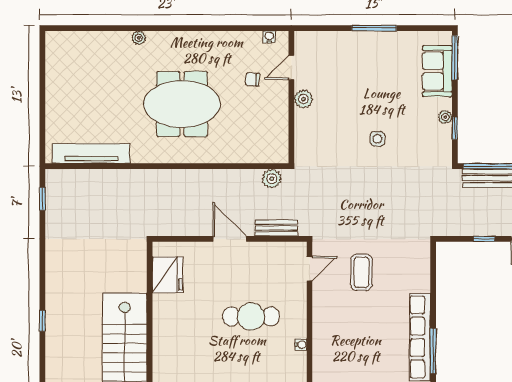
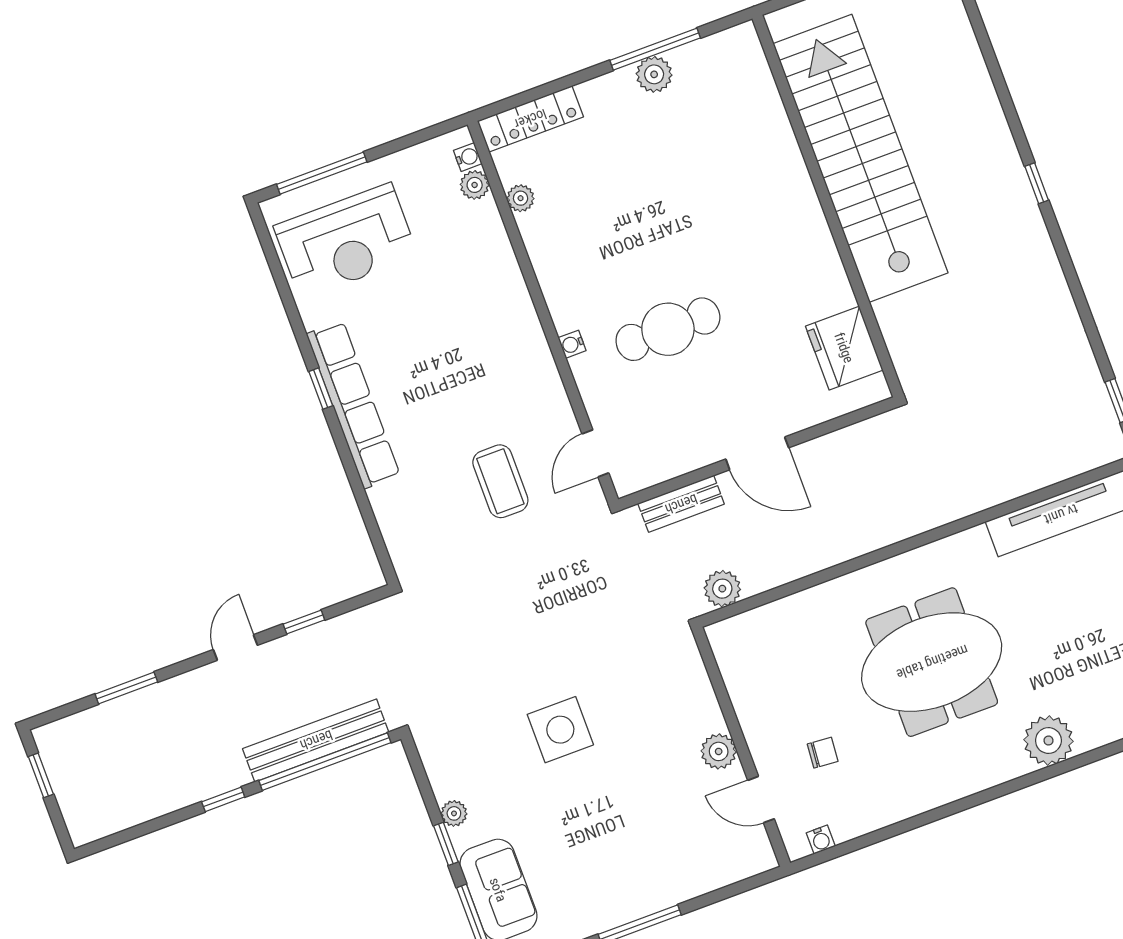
plant: (139, 38) -> (1048, 741), width x1.88, depth x1.88
door: (291, 67) -> (761, 800), swing flipped
window: (455, 128) -> (446, 844), moved
side table: (377, 139) -> (560, 730), width x1.87, depth x1.87
water cooler: (301, 345) -> (572, 344), moved
window: (433, 351) -> (321, 389), width x0.46

